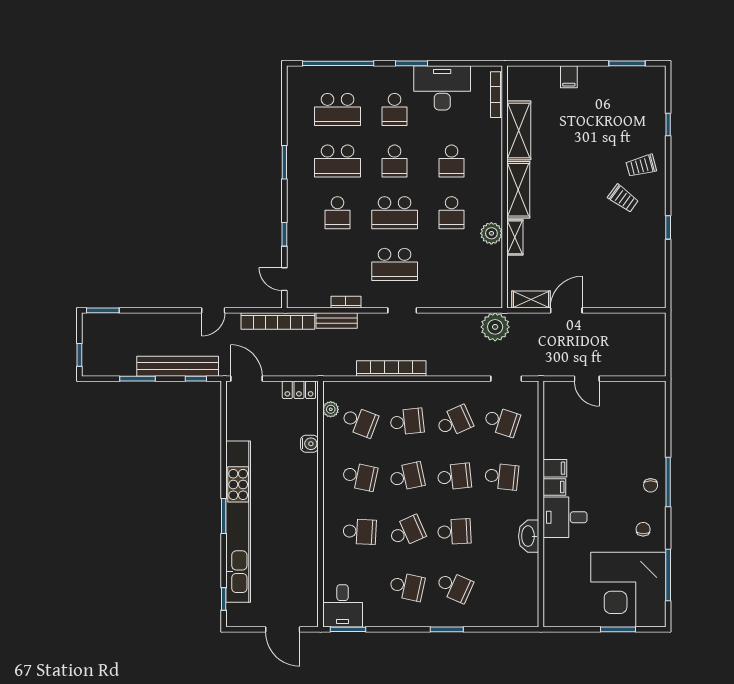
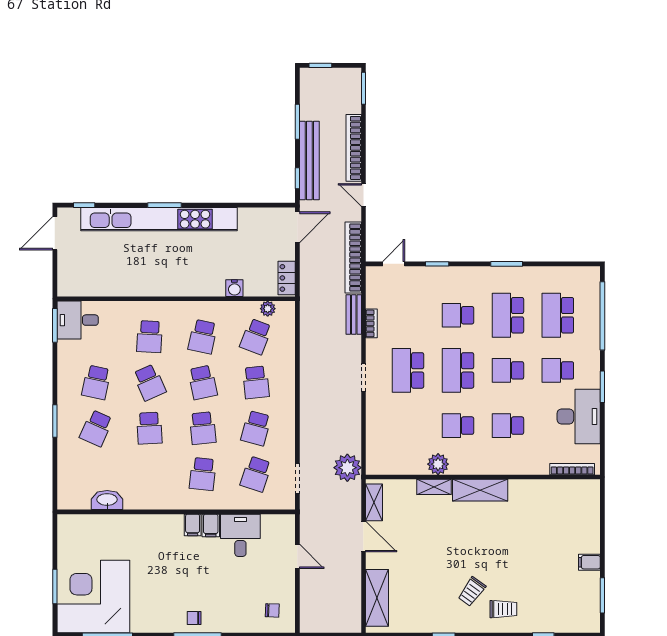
filing cabinet: (569, 77) -> (589, 562), moved
shelving: (519, 130) -> (377, 598), moved, turned 90
trolley: (641, 166) -> (503, 609), turned 105
bookcase: (391, 369) -> (354, 148), moved, turned 180
door: (587, 379) -> (297, 556), swing flipped
school desk: (454, 422) -> (256, 428), turned 39
desk: (565, 517) -> (240, 535), moved
chair: (643, 529) -> (272, 610), moved
washbasin: (529, 536) -> (107, 500), moved
door: (283, 629) -> (55, 233), moved

